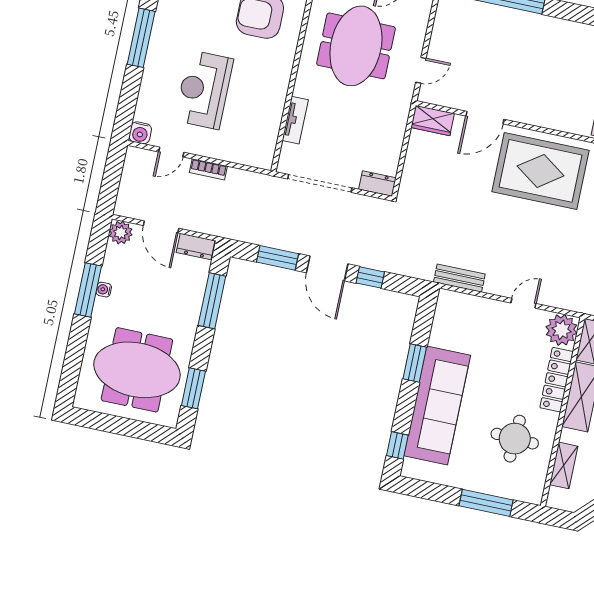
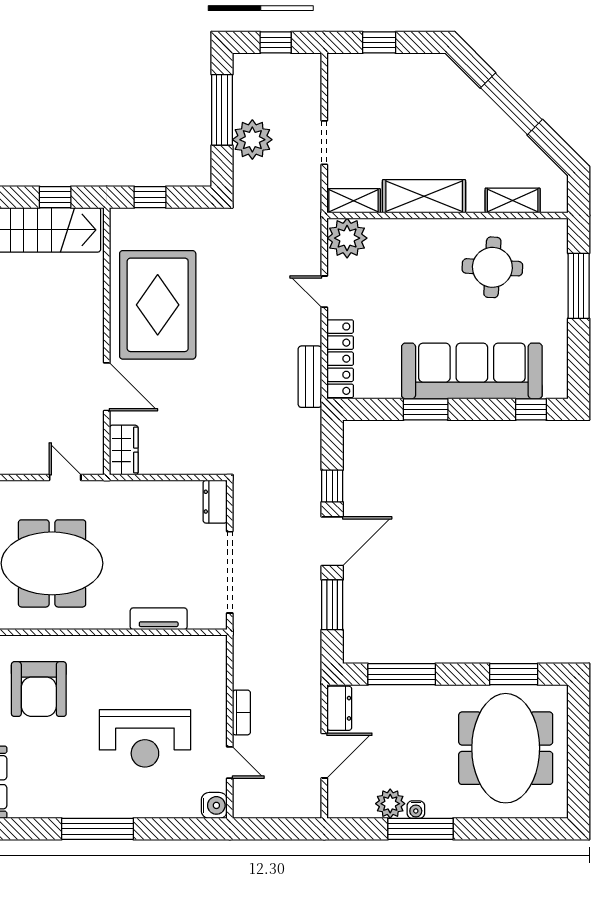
plant: (121, 233) -> (390, 804), moved
locker: (557, 380) -> (340, 359), moved, turned -90

